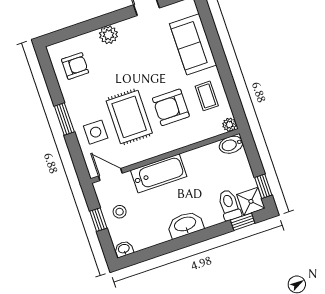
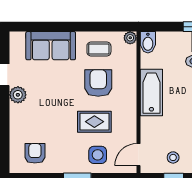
plant: (108, 35) -> (18, 95), moved
armchair: (171, 107) -> (98, 83), turned 180
rug: (129, 117) -> (94, 122), width x0.73, depth x0.70
bathtub: (159, 173) -> (151, 92), moved

